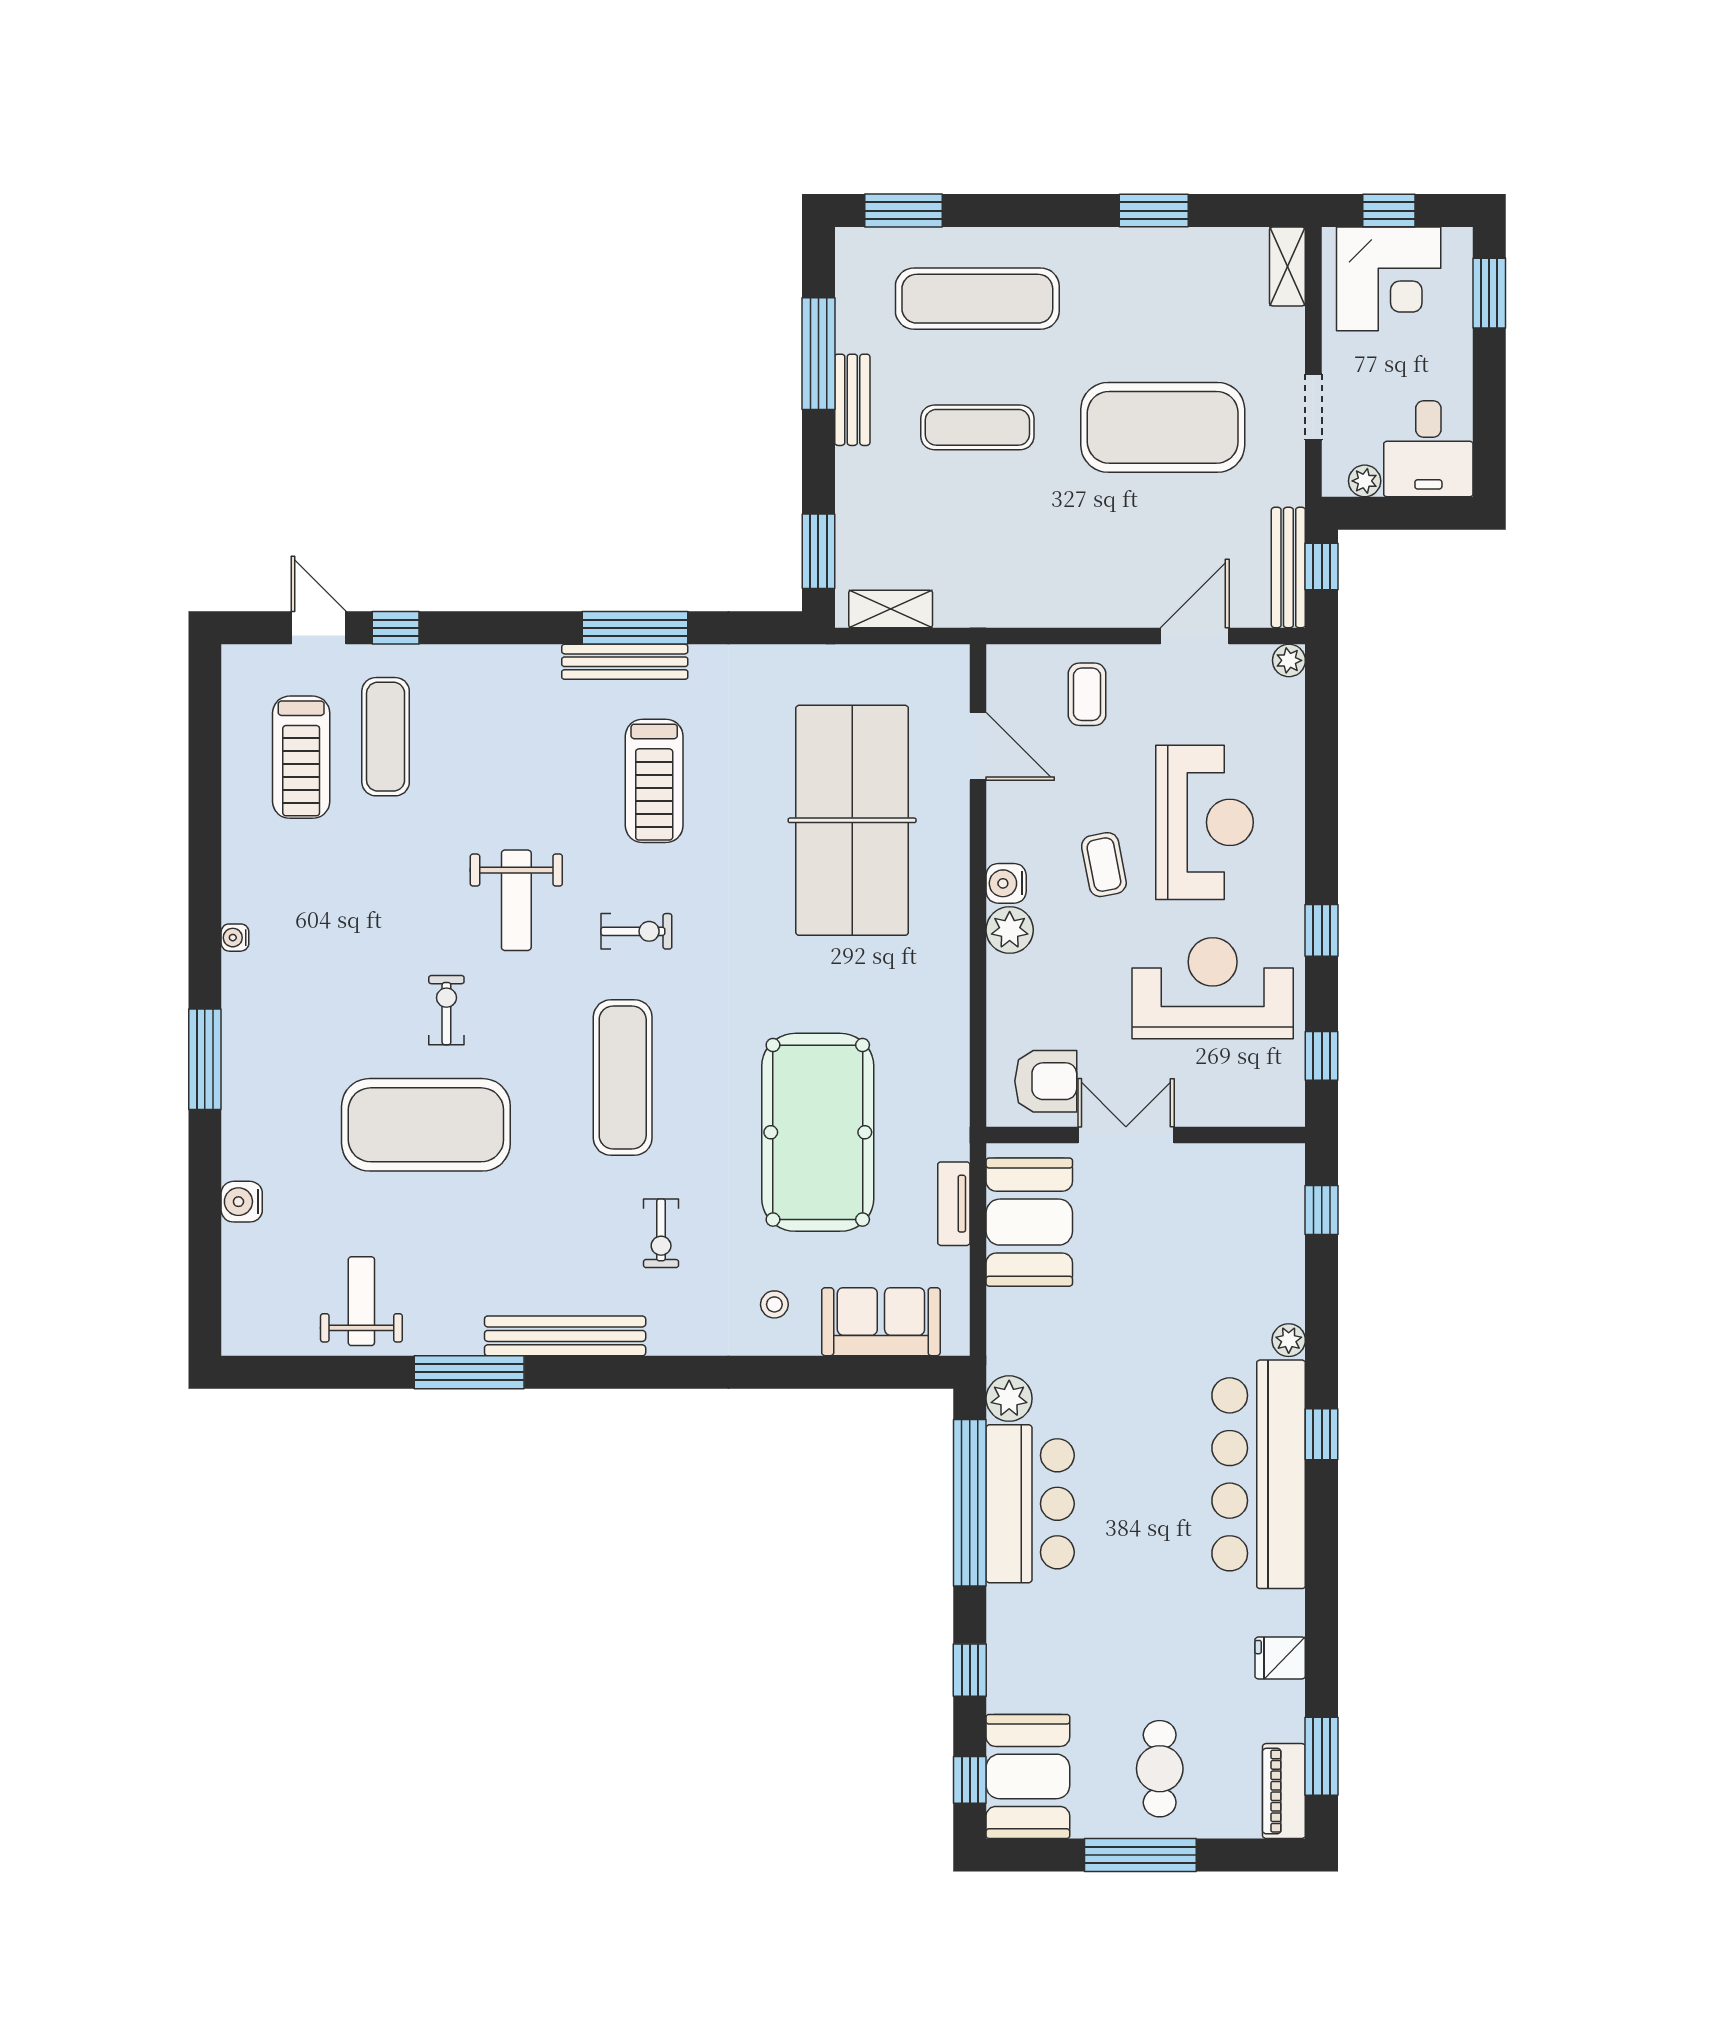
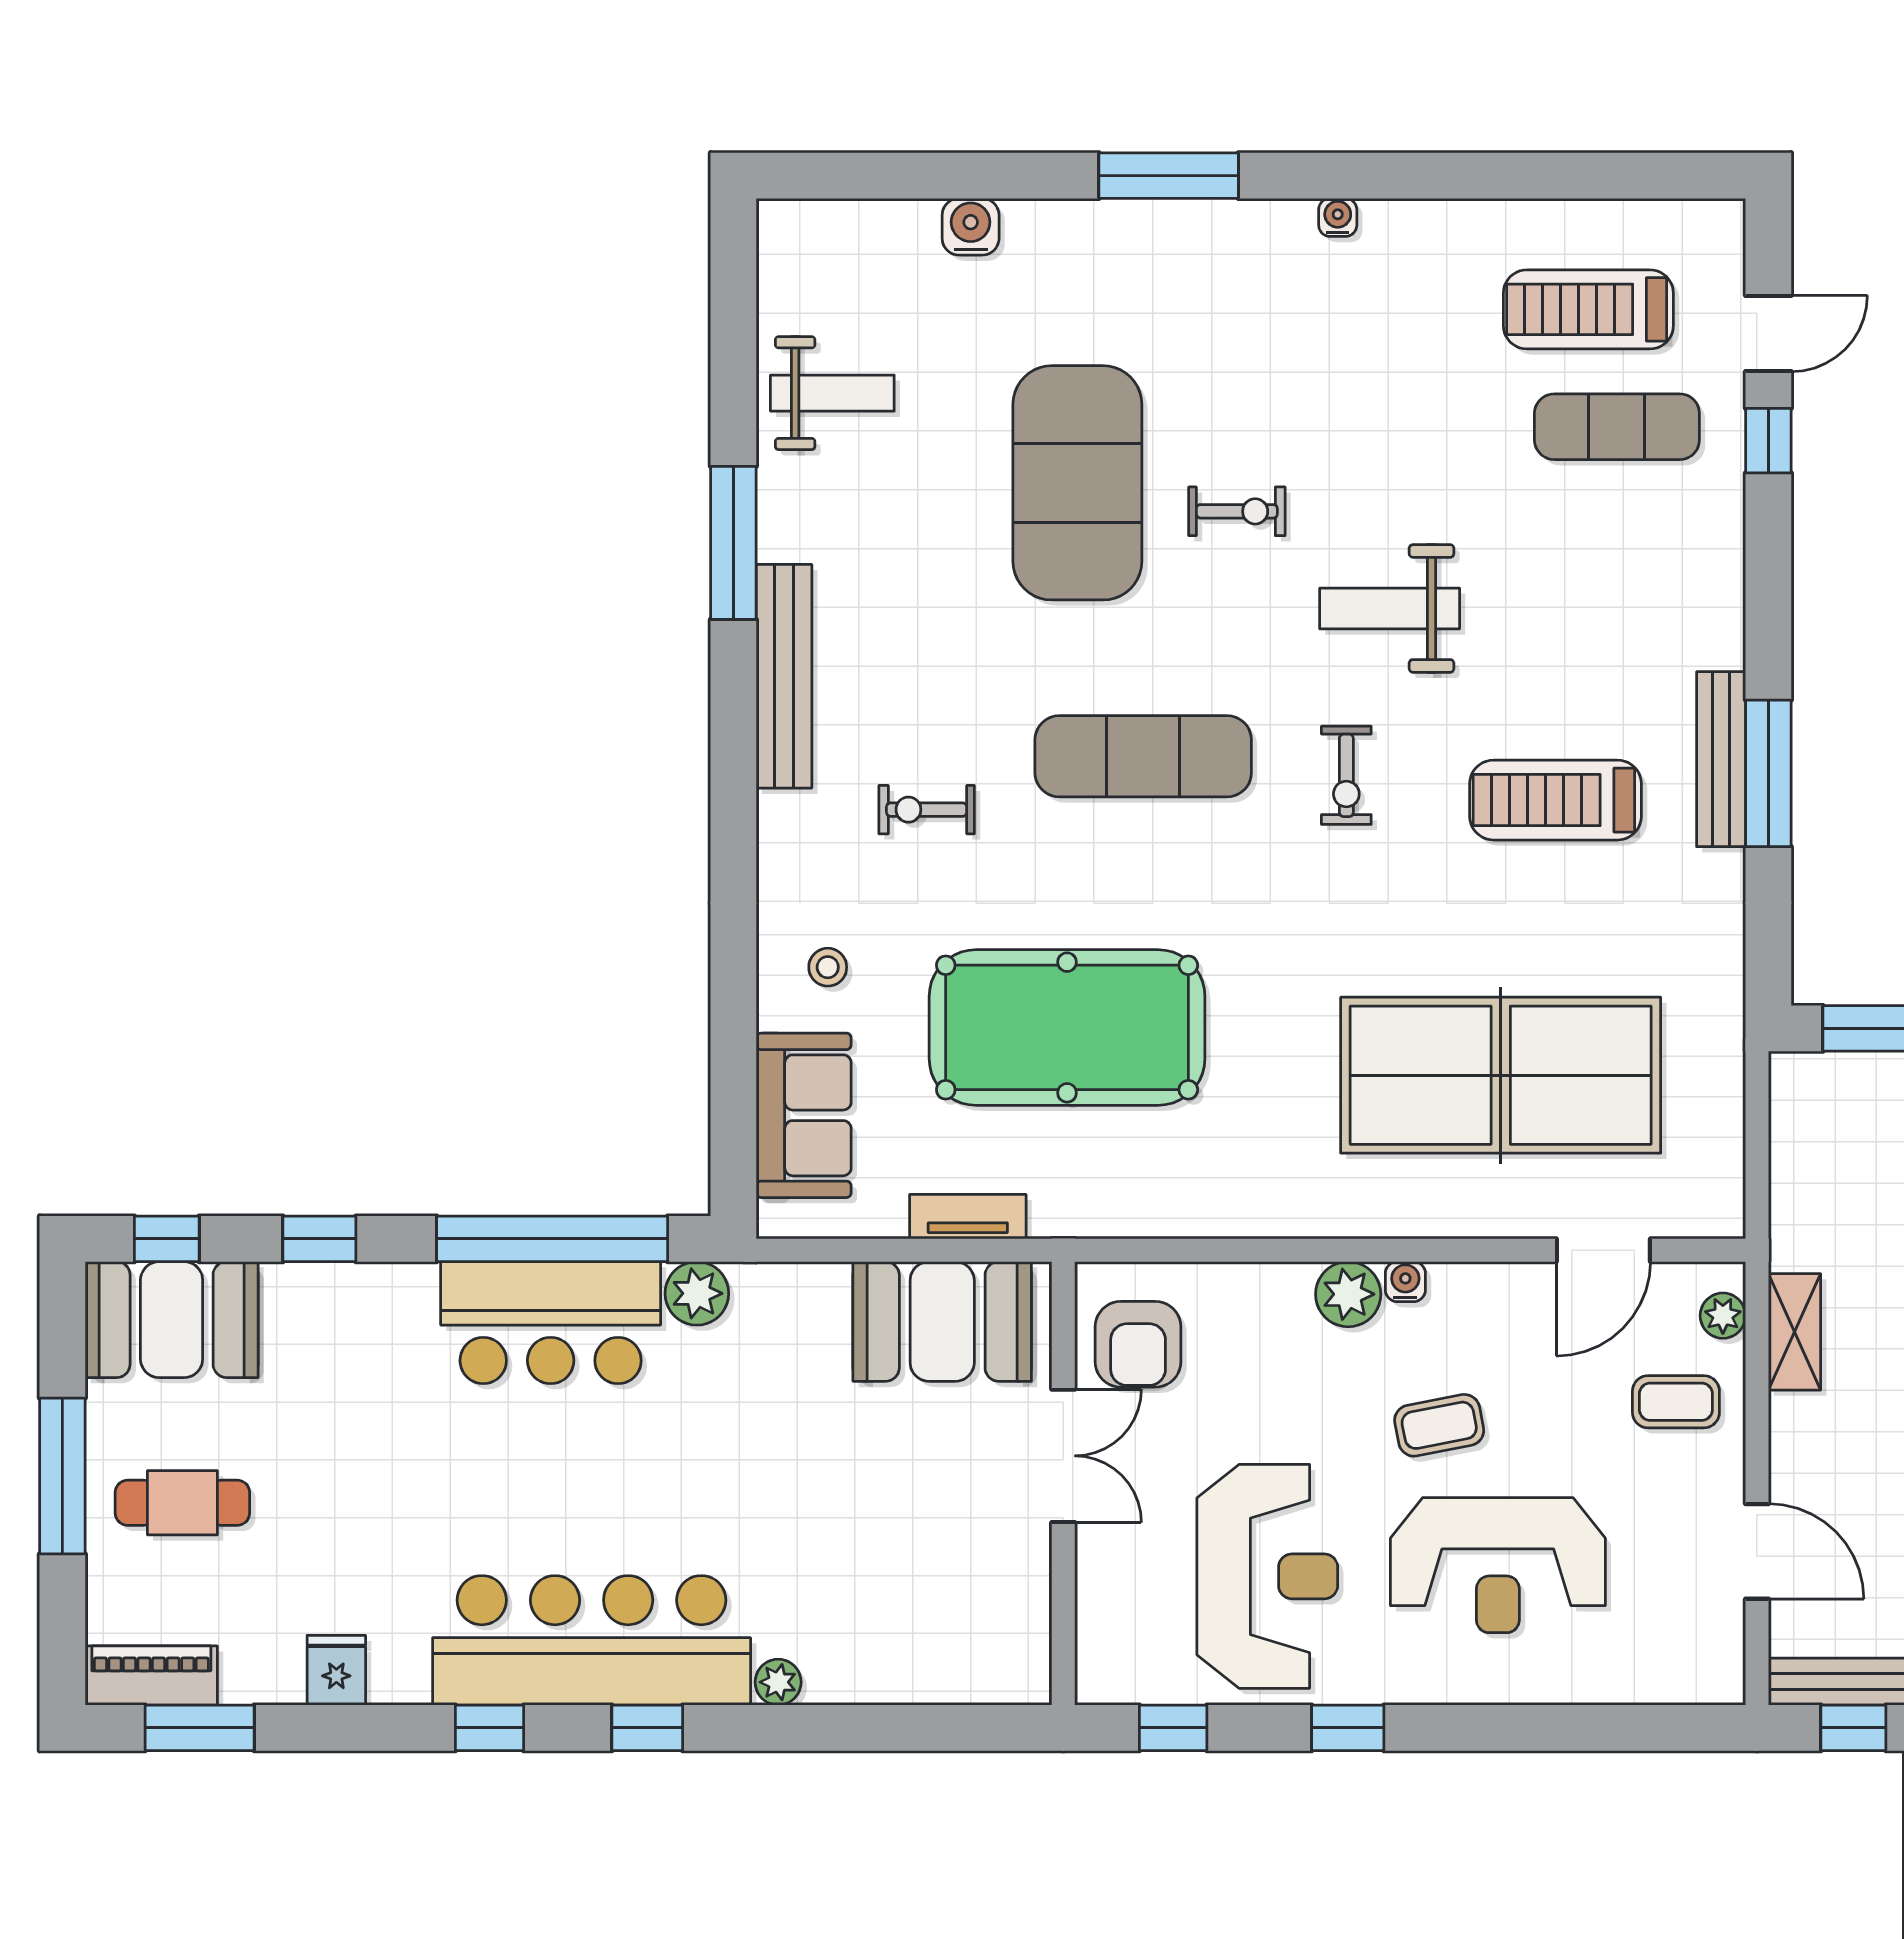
shelving: (891, 609) -> (1794, 1332), moved
plant: (1289, 660) -> (1723, 1316), moved
water cooler: (1006, 883) -> (1405, 1282), width x0.72, depth x0.72
window: (1322, 1210) -> (490, 1728), moved

